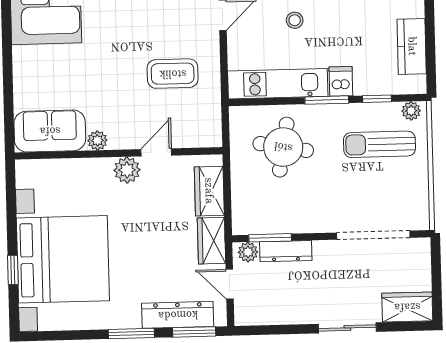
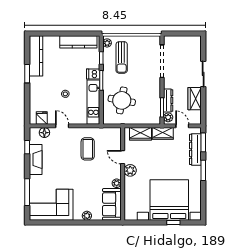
kitchen counter: (412, 46) -> (78, 42), width x1.50
plant: (23, 76) -> (87, 216), added
door: (230, 284) -> (182, 126), swing flipped
wardrobe: (407, 307) -> (195, 99), moved

